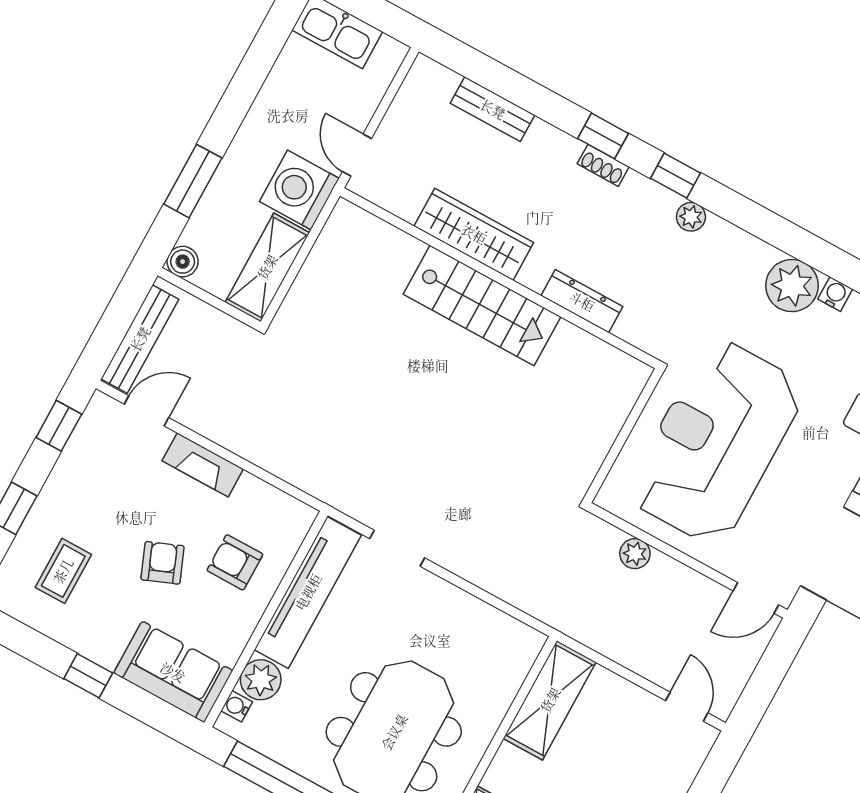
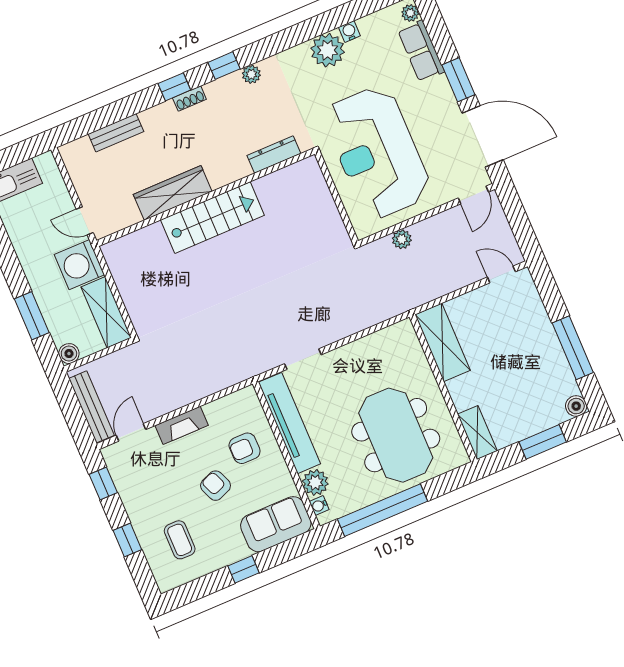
dresser: (582, 301) -> (274, 155), moved

